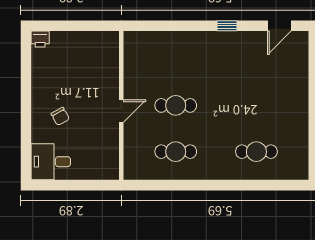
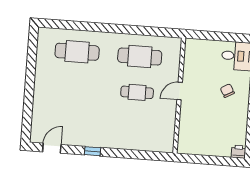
cafe table: (176, 152) -> (140, 56), width x1.37, depth x1.35
cafe table: (256, 152) -> (77, 52), width x1.37, depth x1.35

